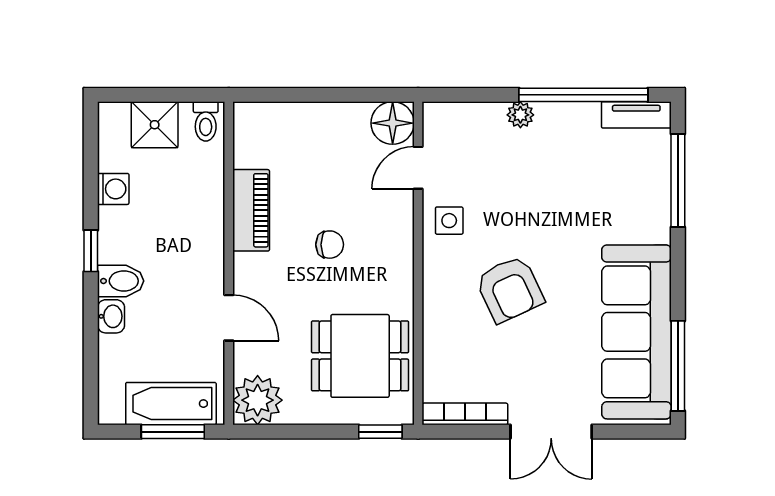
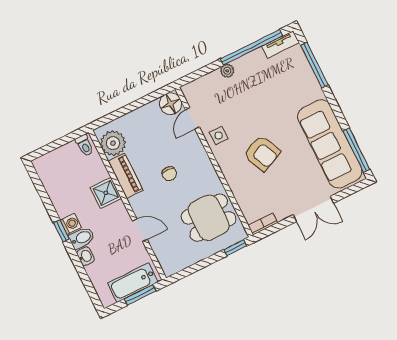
shower: (155, 125) -> (106, 193), moved
washing machine: (113, 189) -> (71, 224), moved
chair: (330, 245) -> (169, 174), turned 94
plant: (258, 400) -> (113, 143), moved
bookcase: (465, 414) -> (263, 224), width x0.64

